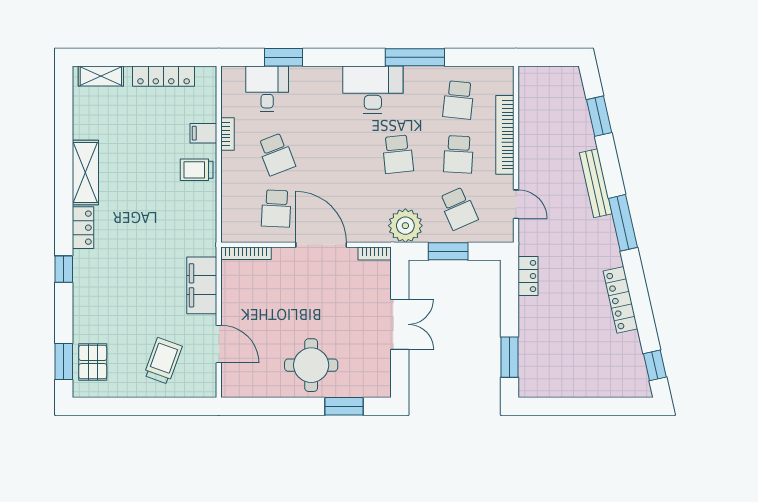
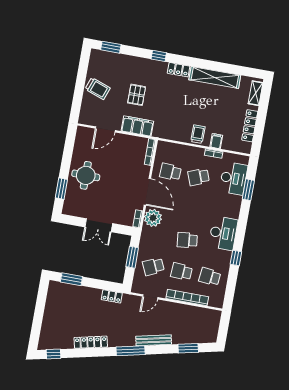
window: (415, 57) -> (236, 258), width x0.46
desk: (267, 89) -> (233, 178), width x1.37
shelving: (85, 172) -> (215, 77), width x1.47
plant: (405, 226) -> (153, 218), moved
door: (321, 245) -> (147, 192), hinge flipped
trolley: (163, 361) -> (98, 89), moved
pallet: (93, 362) -> (137, 95), moved, turned 90

